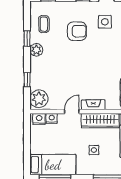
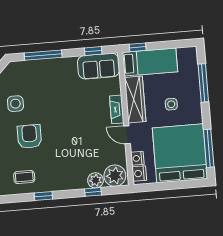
plant: (36, 50) -> (95, 180), moved
bed: (53, 165) -> (180, 153), width x2.04

